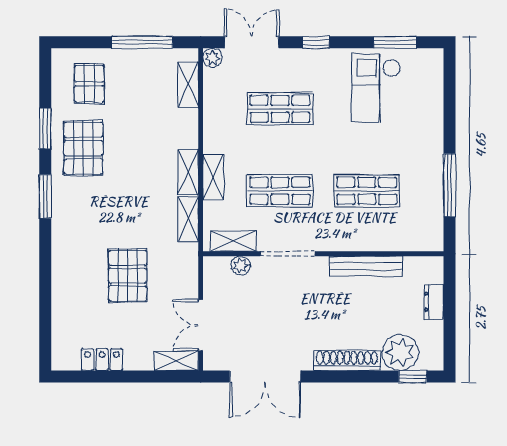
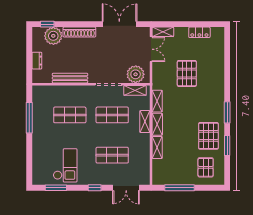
plant: (213, 58) -> (145, 180), removed
shelving: (188, 85) -> (157, 147), moved
plant: (241, 266) -> (136, 74), width x1.88, depth x1.88

